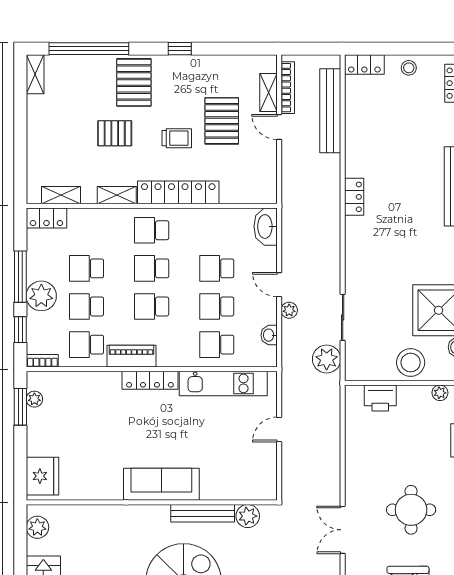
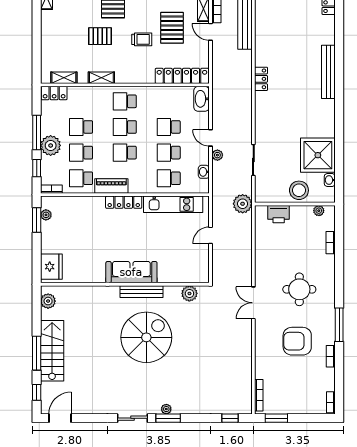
locker: (178, 192) -> (182, 76), moved
plant: (327, 359) -> (243, 204), moved
bench: (203, 513) -> (141, 292), moved

